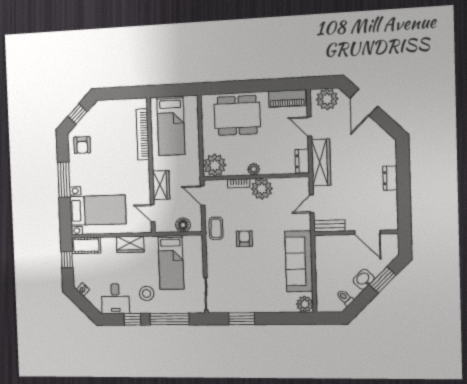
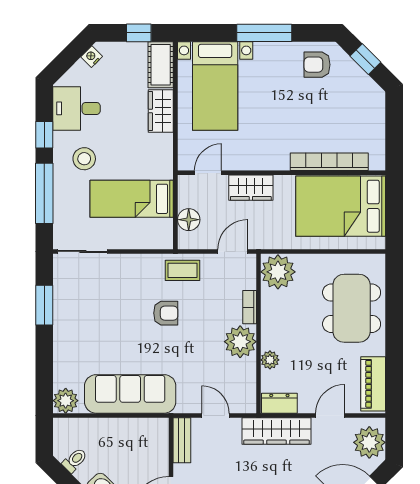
bed: (171, 126) -> (341, 206), width x1.50
plant: (254, 169) -> (270, 360), moved
wardrobe: (130, 244) -> (161, 111), moved

